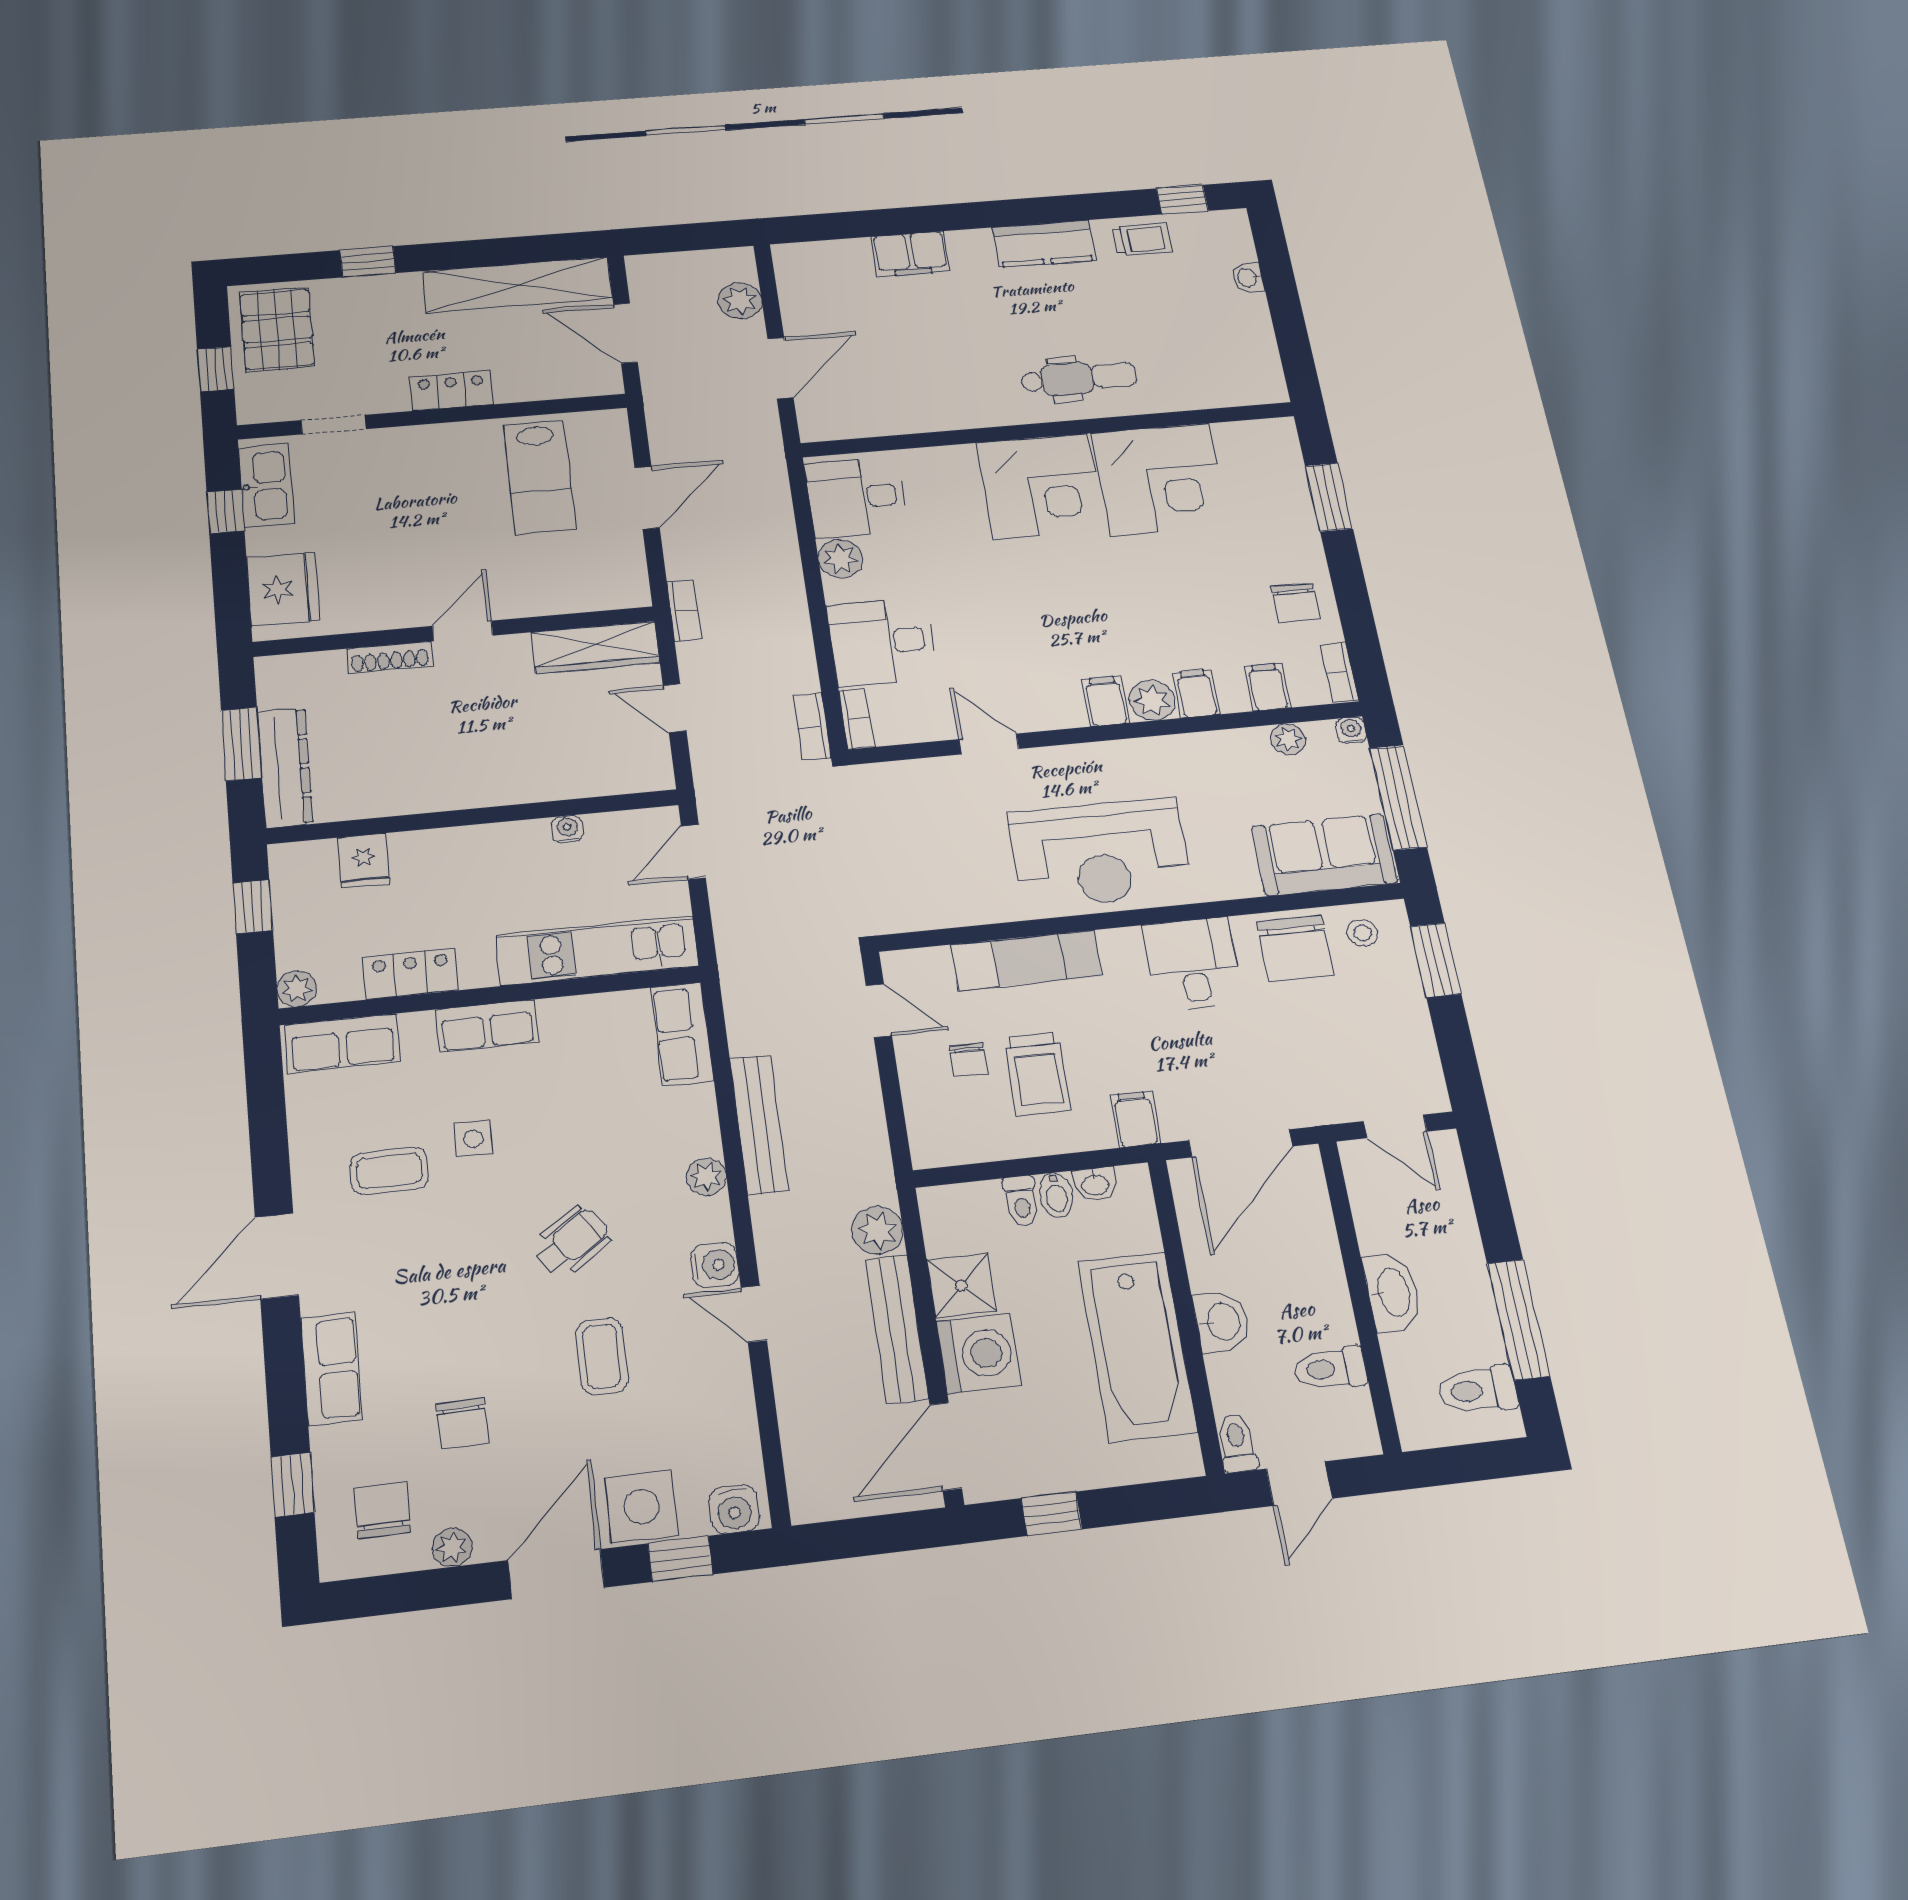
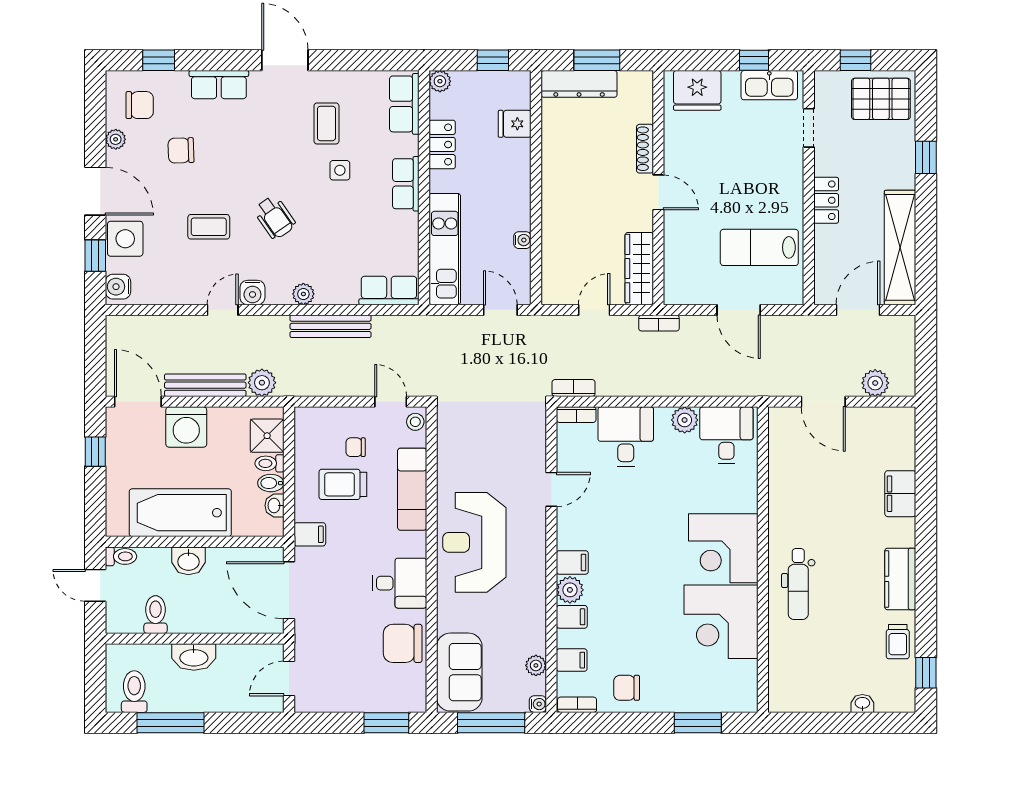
stool: (1363, 933) -> (415, 422), moved
door: (879, 1011) -> (391, 402), swing flipped
shower: (962, 1286) -> (267, 436), moved

